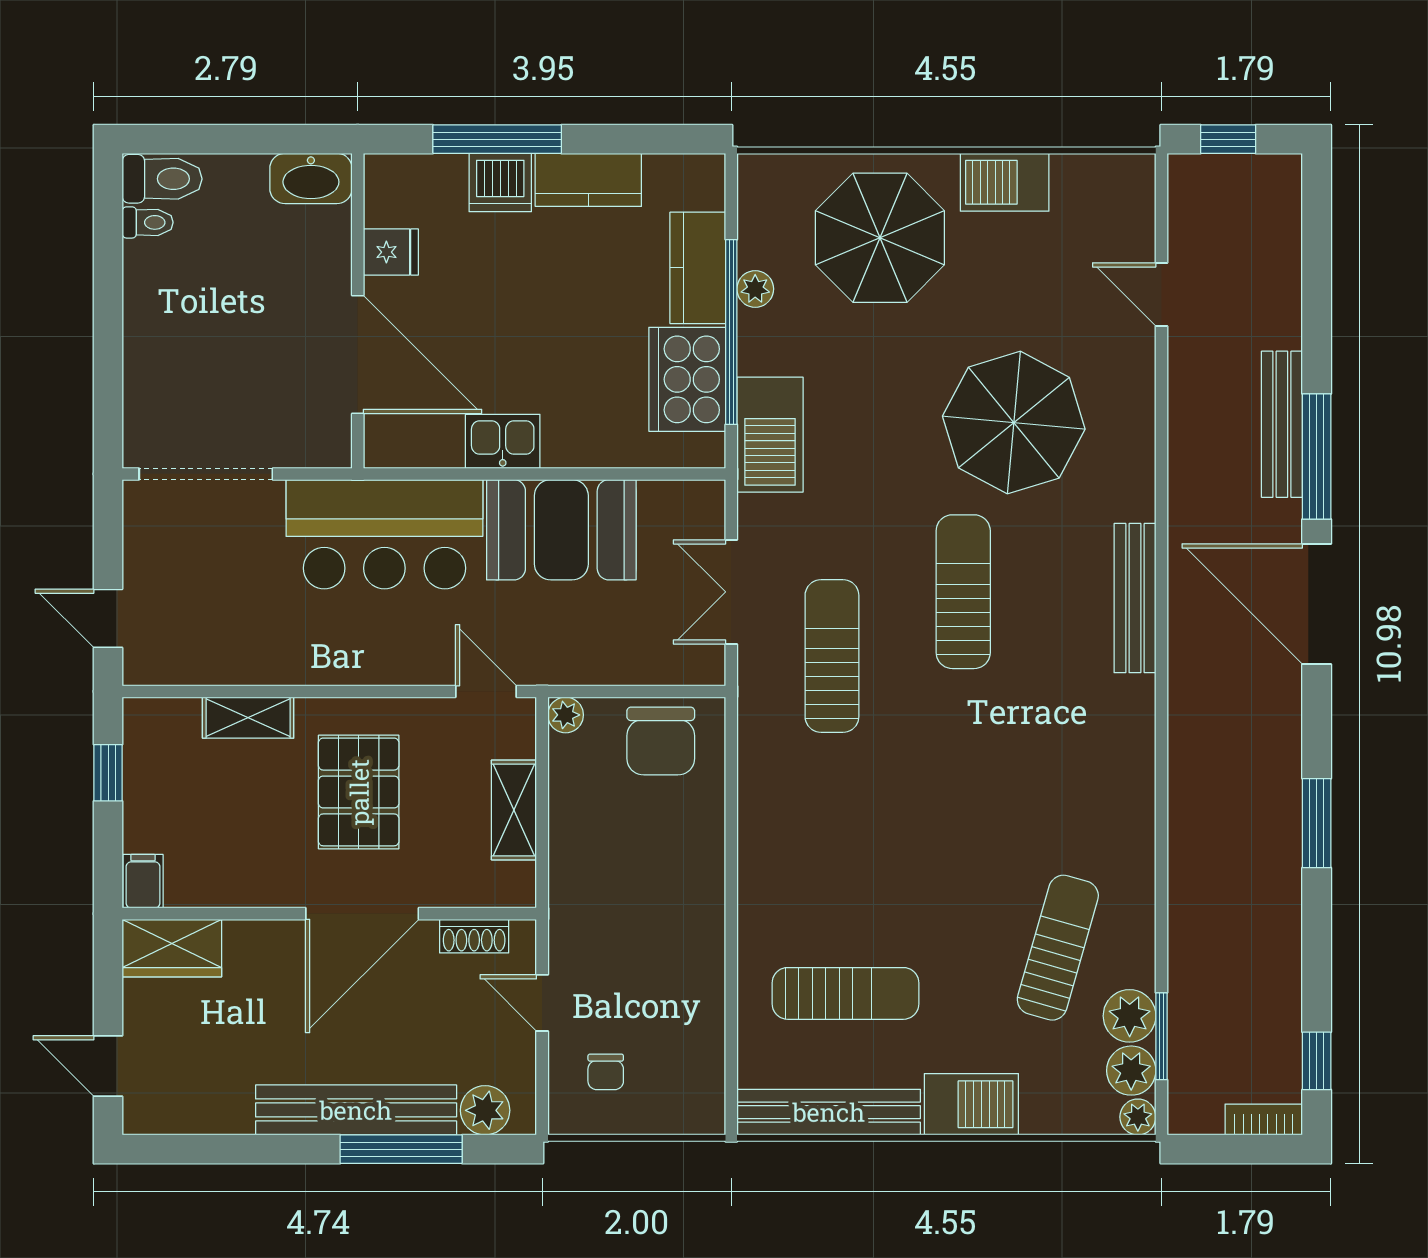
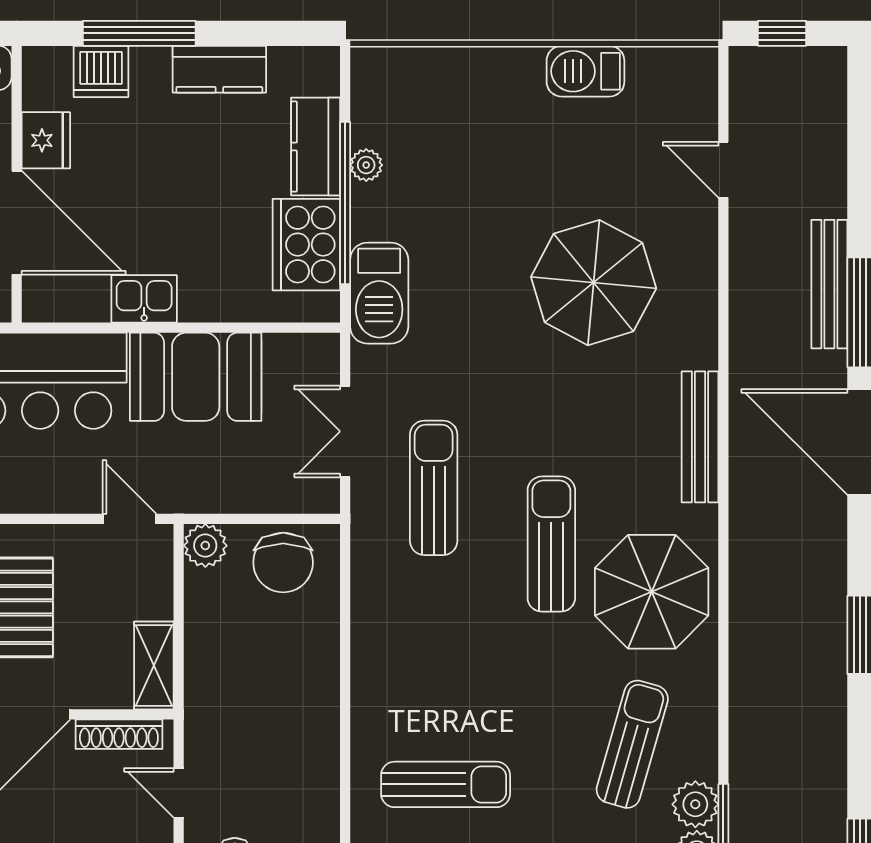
dishwasher: (500, 183) -> (101, 71), moved
parasol: (880, 238) -> (652, 592), moved
fridge: (391, 252) -> (46, 140), width x1.38
sun lounger: (963, 592) -> (551, 544), moved
plant: (566, 715) -> (205, 546), width x1.38, depth x1.38
shelving: (514, 810) -> (154, 665), moved
shoe rack: (474, 936) -> (119, 734), width x1.43

